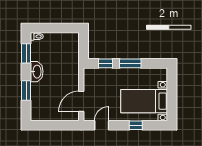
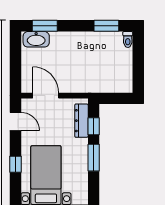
washbasin: (37, 72) -> (36, 39), moved
dresser: (101, 73) -> (81, 121), added
window: (26, 91) -> (45, 26), moved

